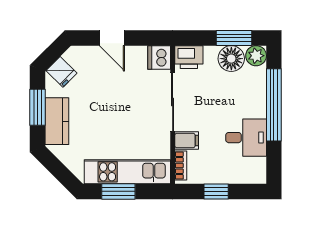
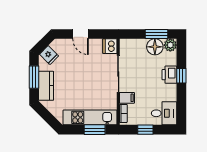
printer: (189, 57) -> (169, 75), moved, turned 90
window: (274, 105) -> (181, 76), width x0.32
desk: (246, 138) -> (164, 113), moved
window: (118, 191) -> (95, 130), moved

